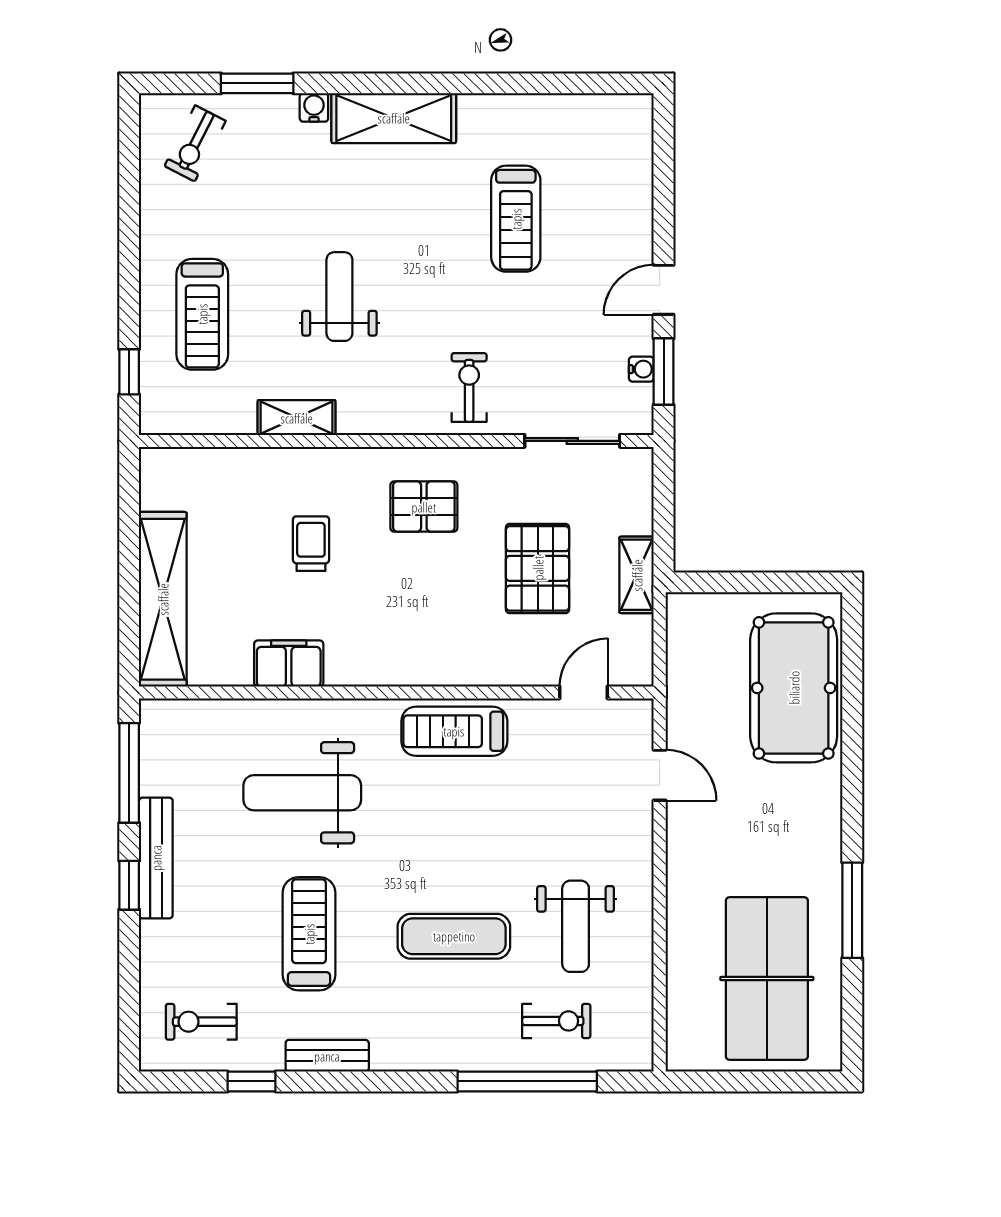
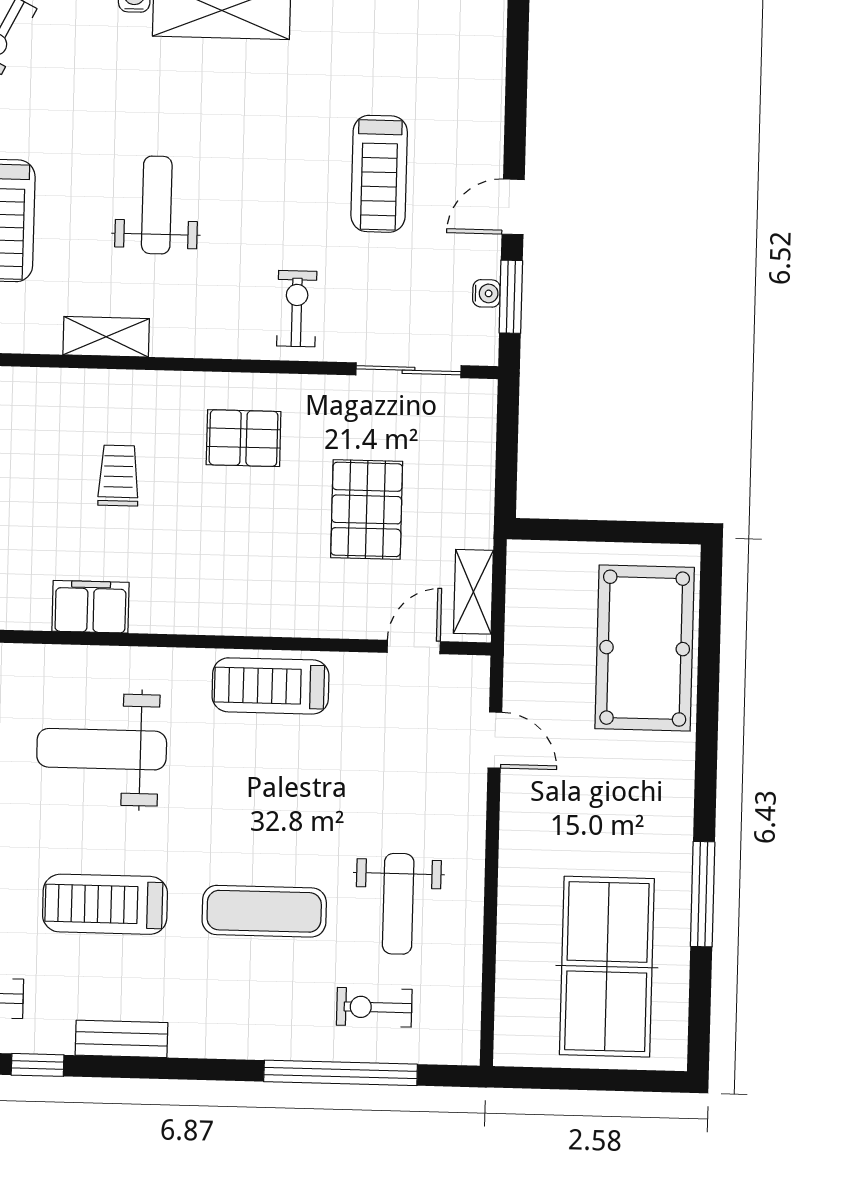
treadmill: (516, 219) -> (379, 174), moved
shelving: (637, 575) -> (473, 592), moved
treadmill: (309, 934) -> (105, 904), turned -90
exercise bike: (556, 1021) -> (374, 1007), turned 180

